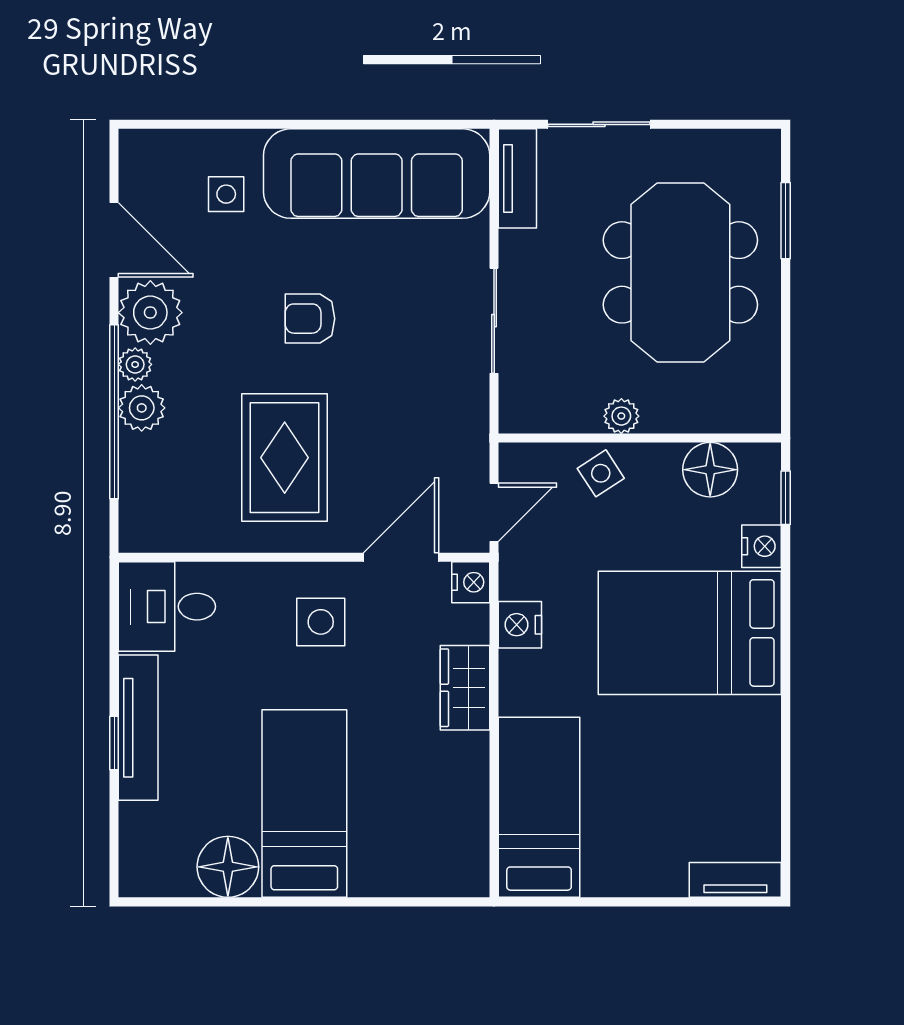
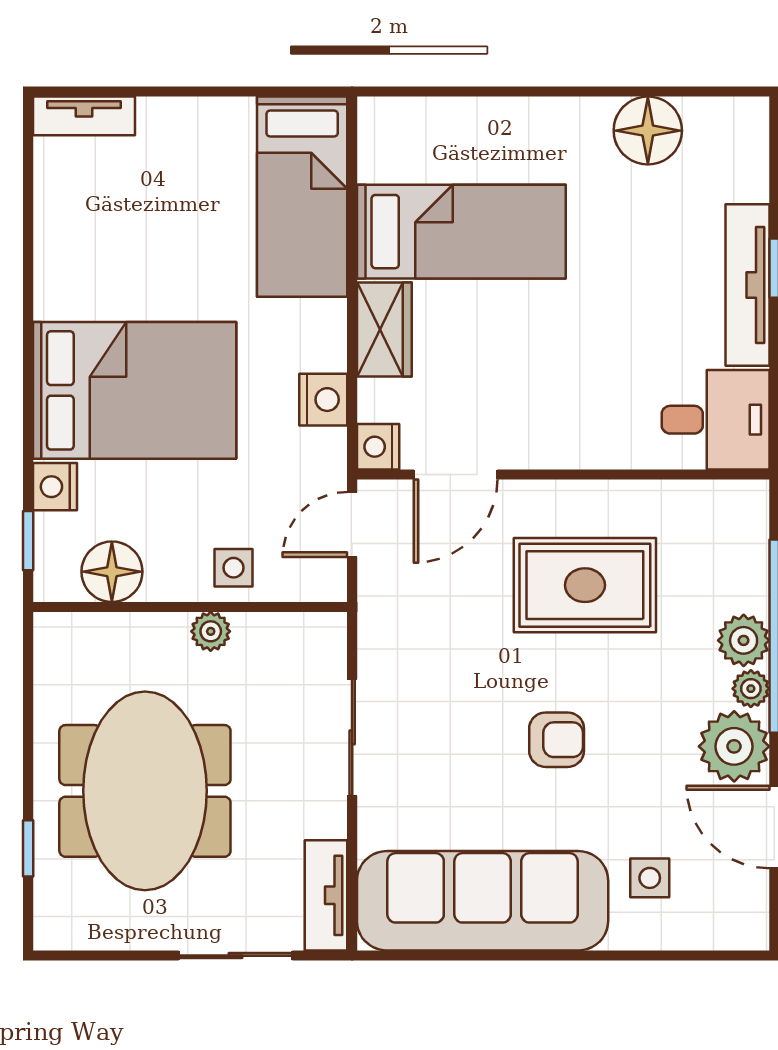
window: (786, 221) -> (28, 848), width x0.67
rug: (285, 458) -> (585, 585), turned 90
side table: (601, 473) -> (233, 568), turned 33
side table: (321, 622) -> (545, 403), removed
bed: (304, 804) -> (461, 232), moved, turned -90

